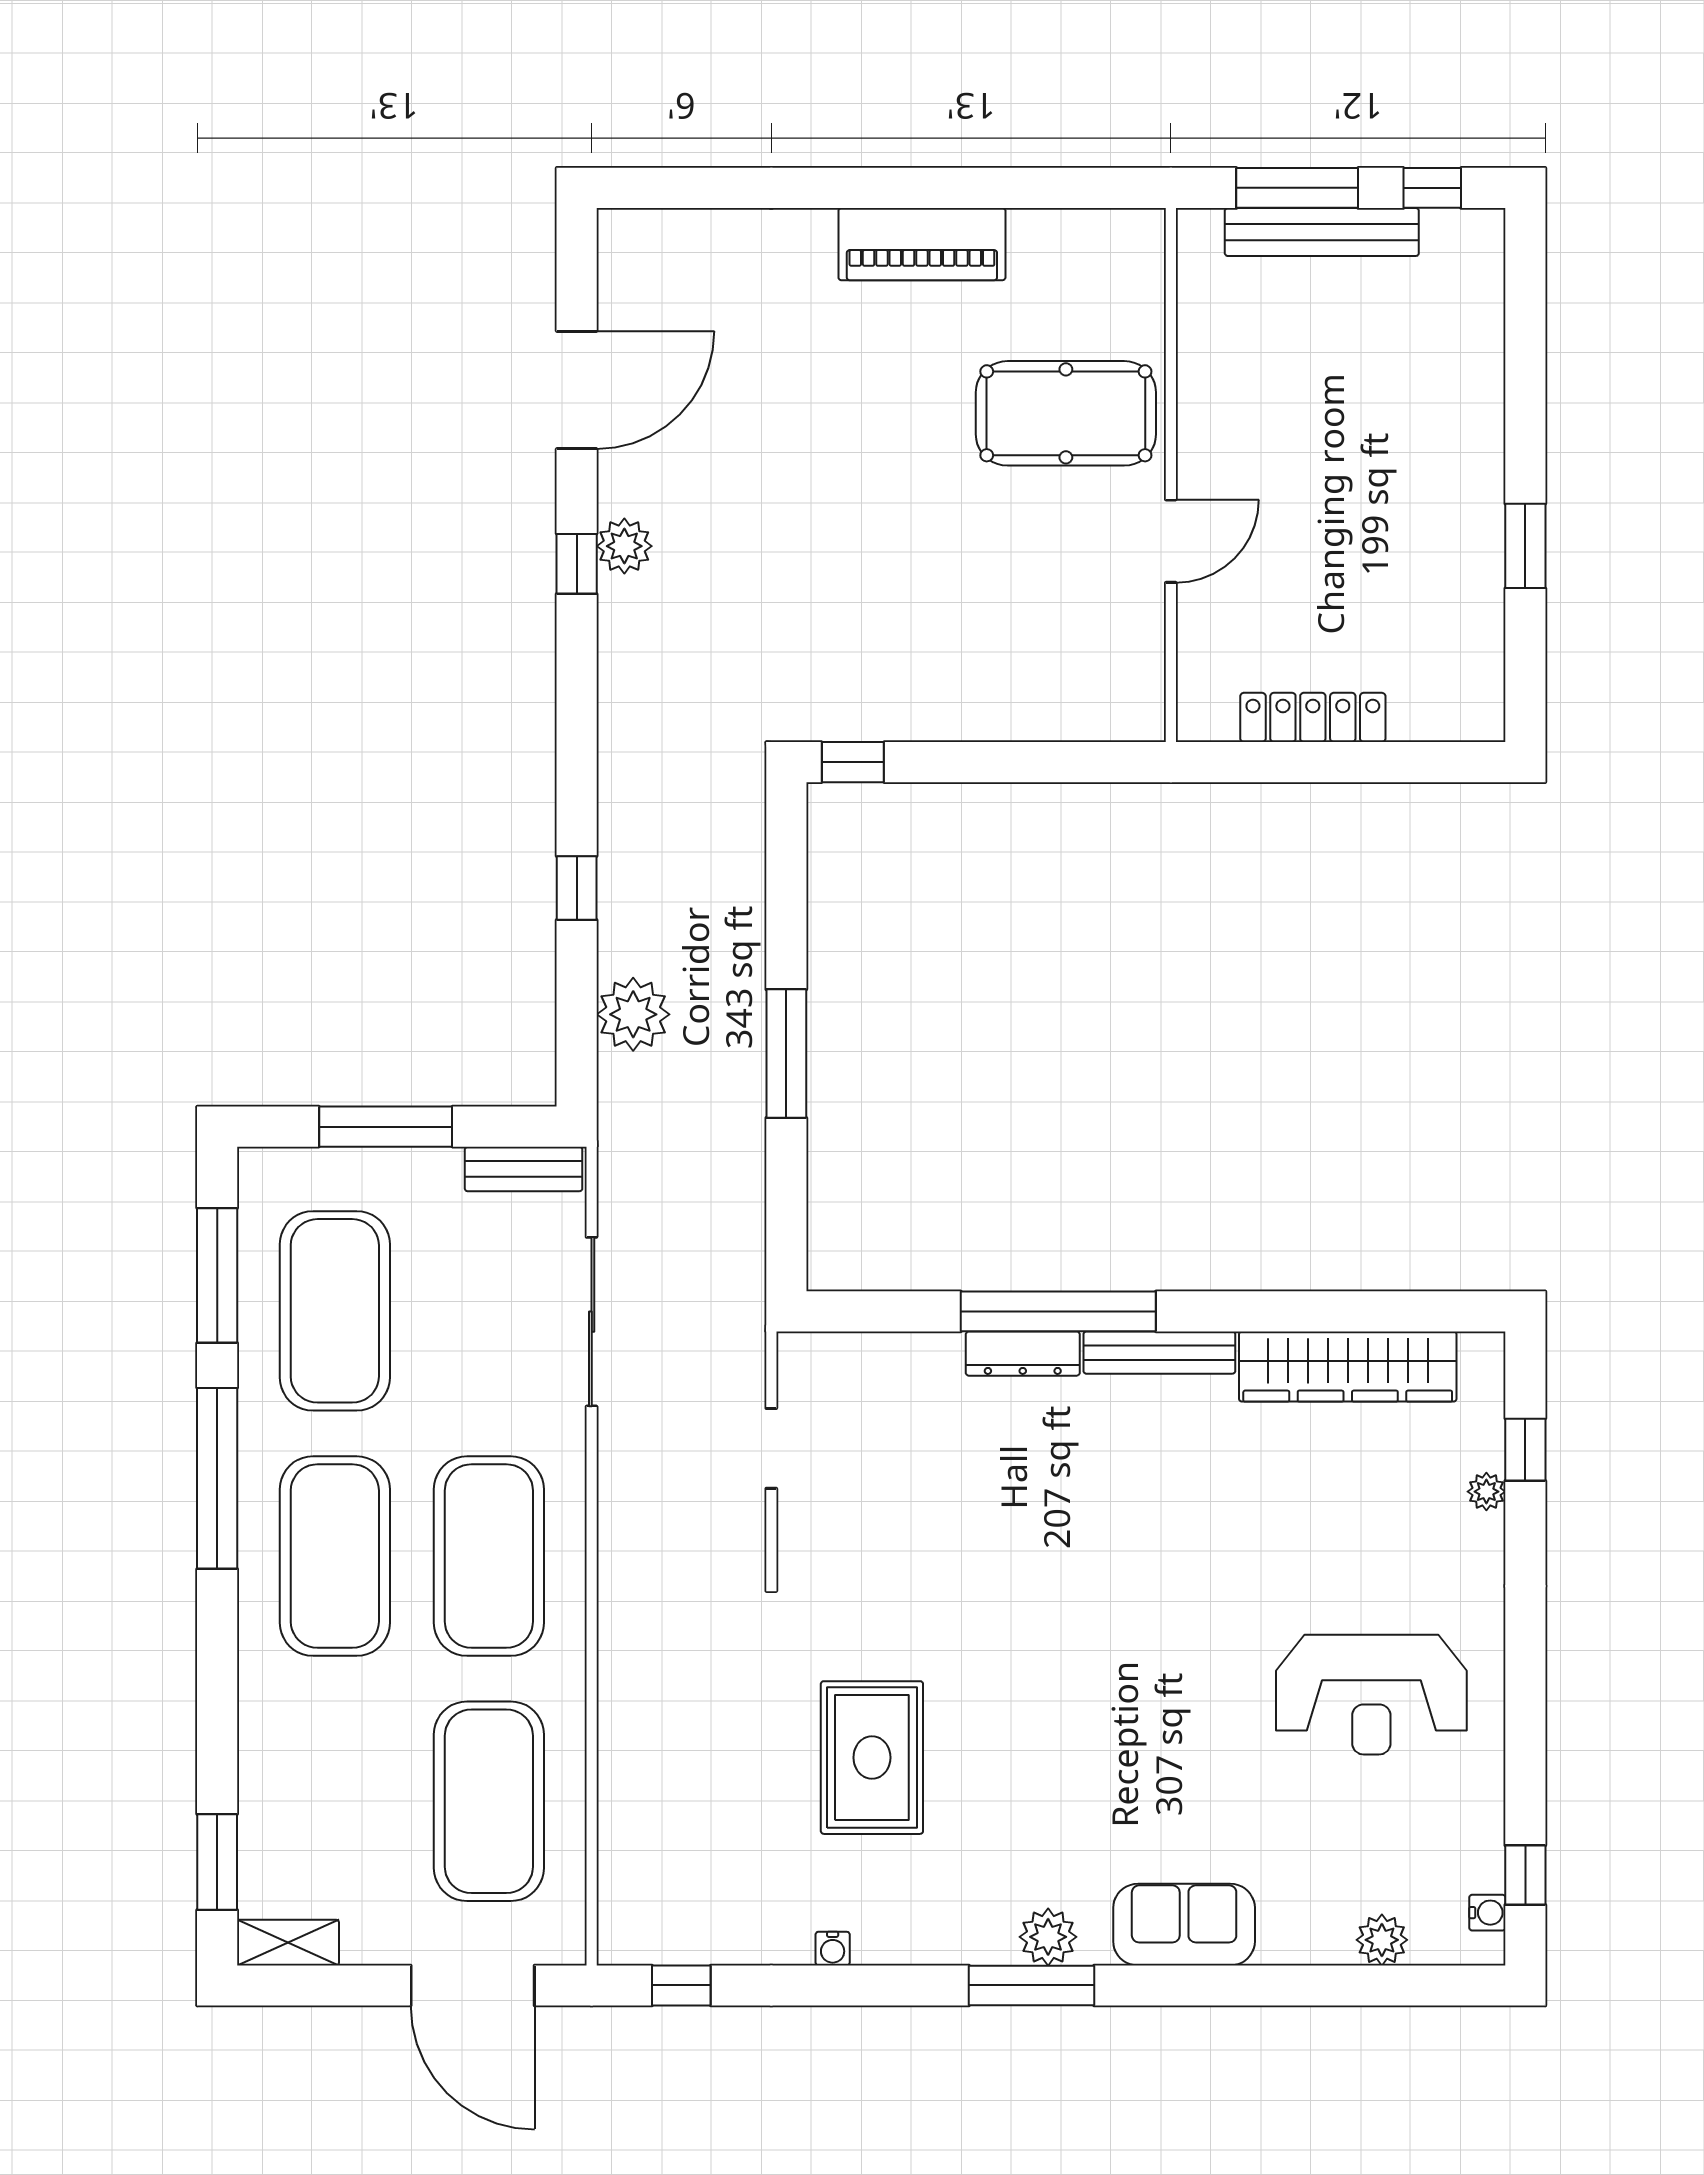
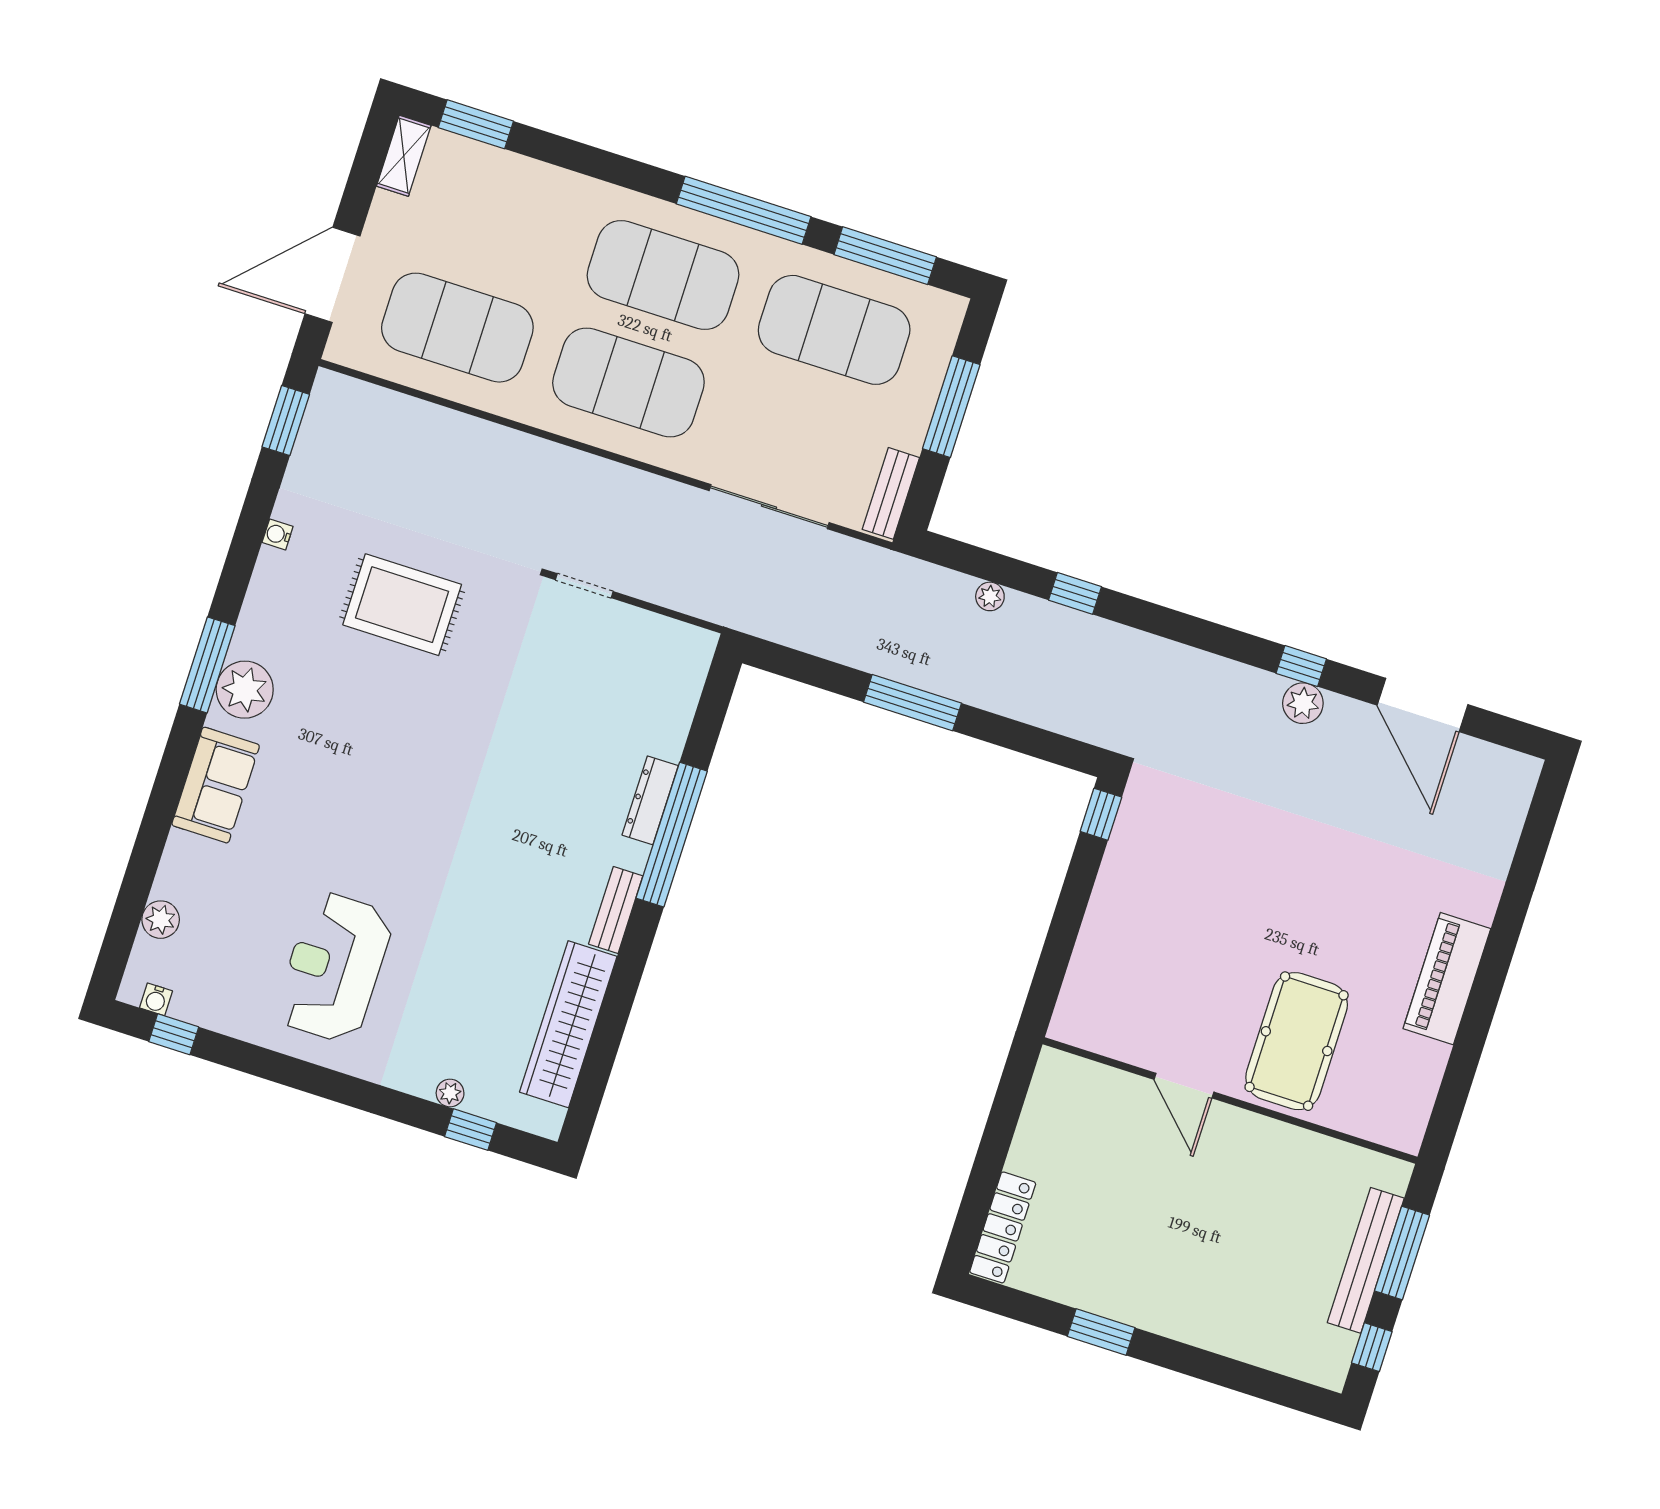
locker: (1313, 717) -> (1003, 1227), moved
plant: (633, 1014) -> (990, 596), width x0.53, depth x0.53
bench: (1159, 1353) -> (616, 910), width x0.73
doorway: (771, 1448) -> (584, 586), moved
plant: (1048, 1937) -> (245, 690), width x1.36, depth x1.36
window: (681, 1985) -> (286, 421), width x1.50

